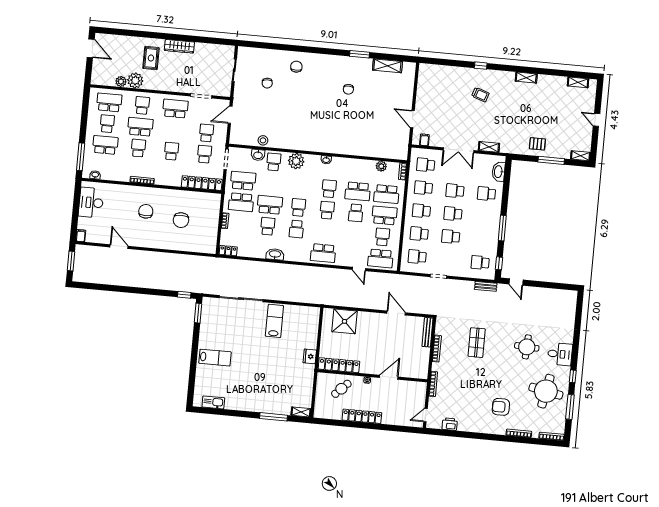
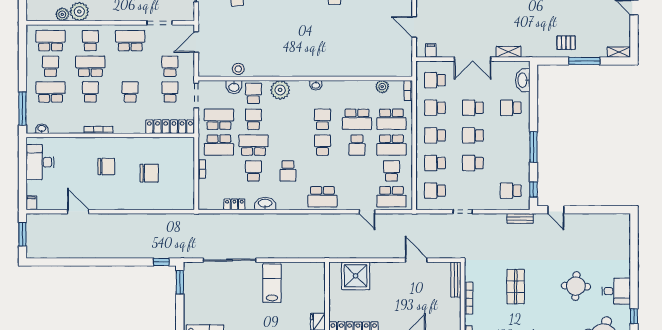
school desk: (298, 207) -> (253, 119), moved
chair: (146, 211) -> (106, 167), turned 90
school desk: (384, 215) -> (391, 145), turned 180
chair: (181, 220) -> (149, 173), turned -90
locker: (228, 251) -> (234, 204), moved

